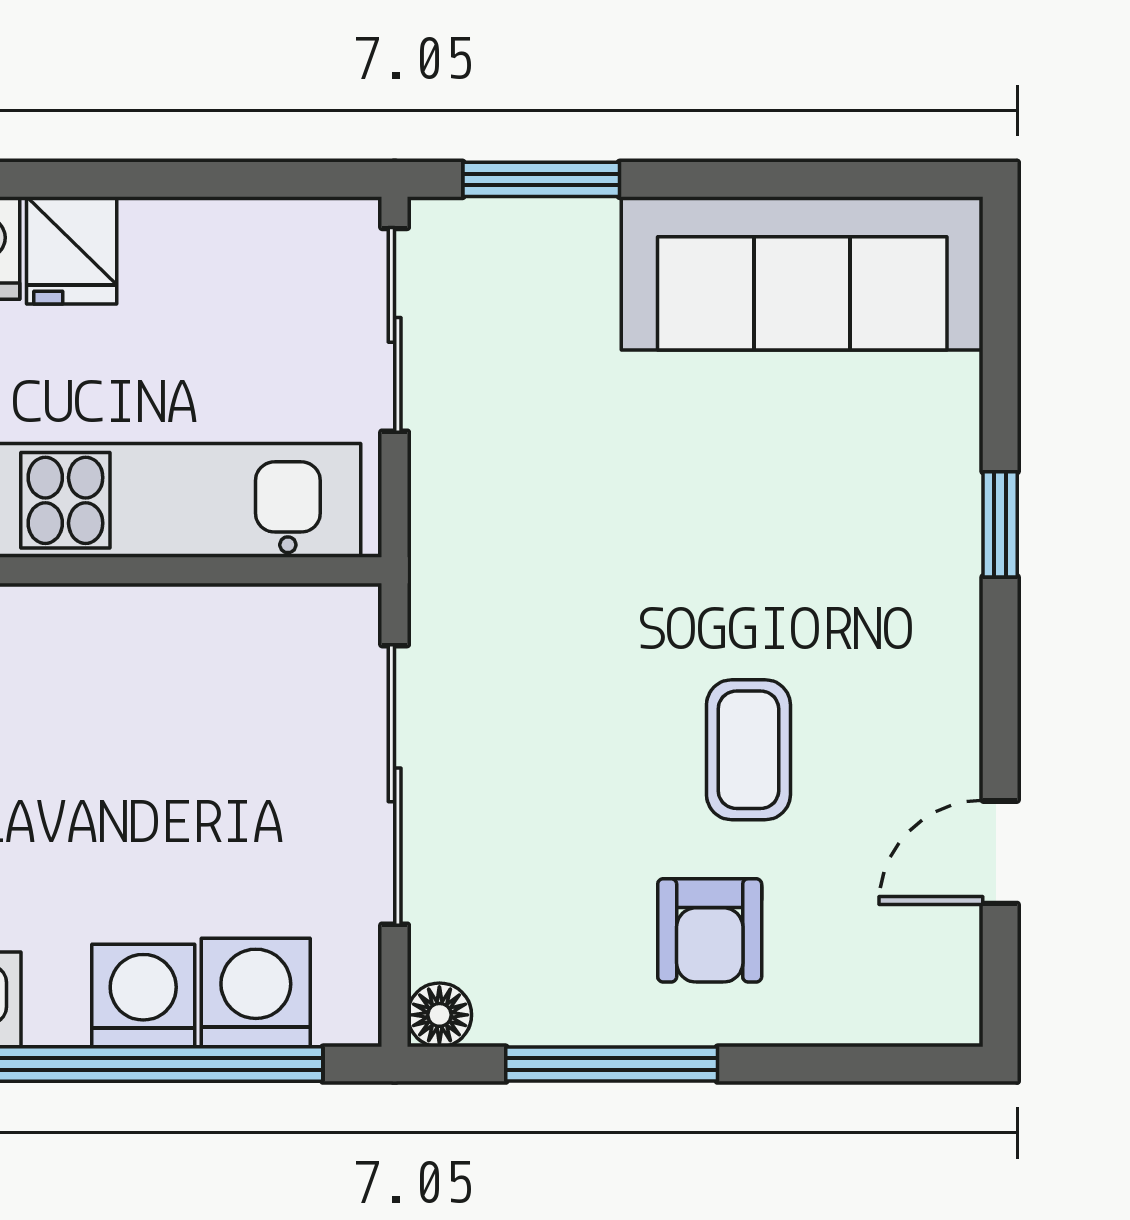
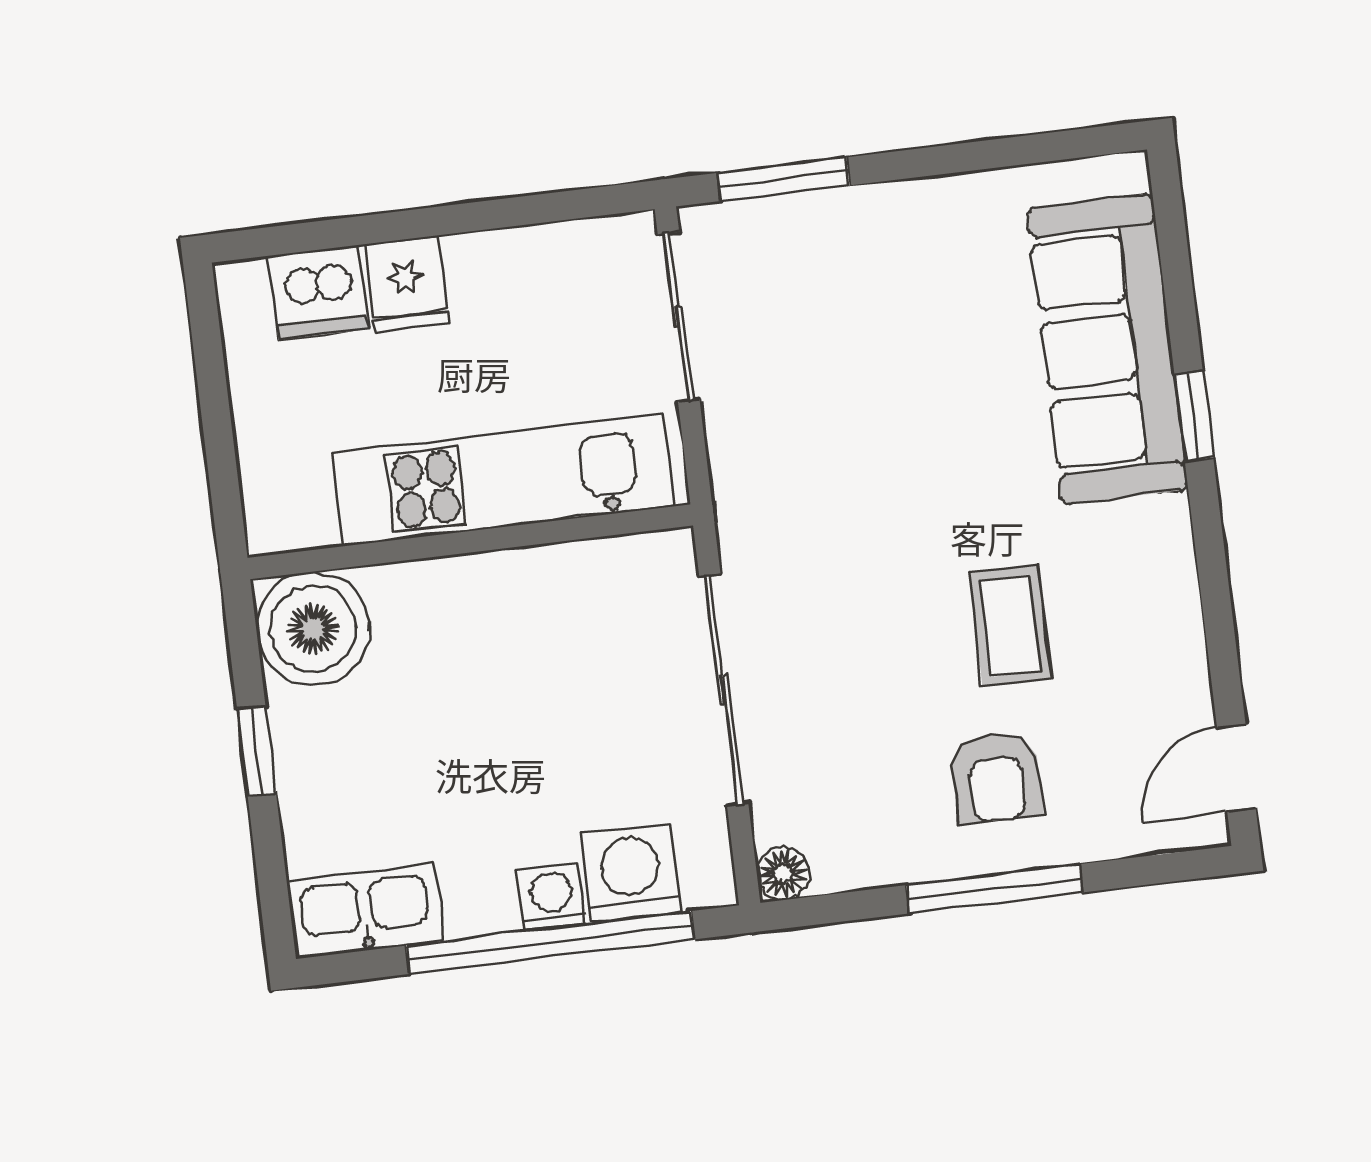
sofa: (802, 273) -> (1108, 349), moved, turned 90
door: (1000, 852) -> (1236, 768), moved
washing machine: (143, 995) -> (552, 897), width x0.73, depth x0.73
window: (612, 1064) -> (995, 889), moved

